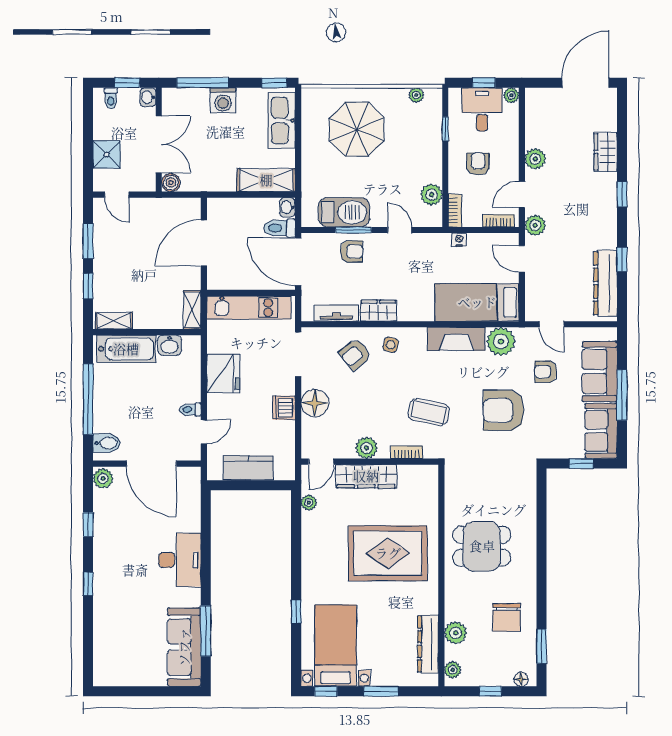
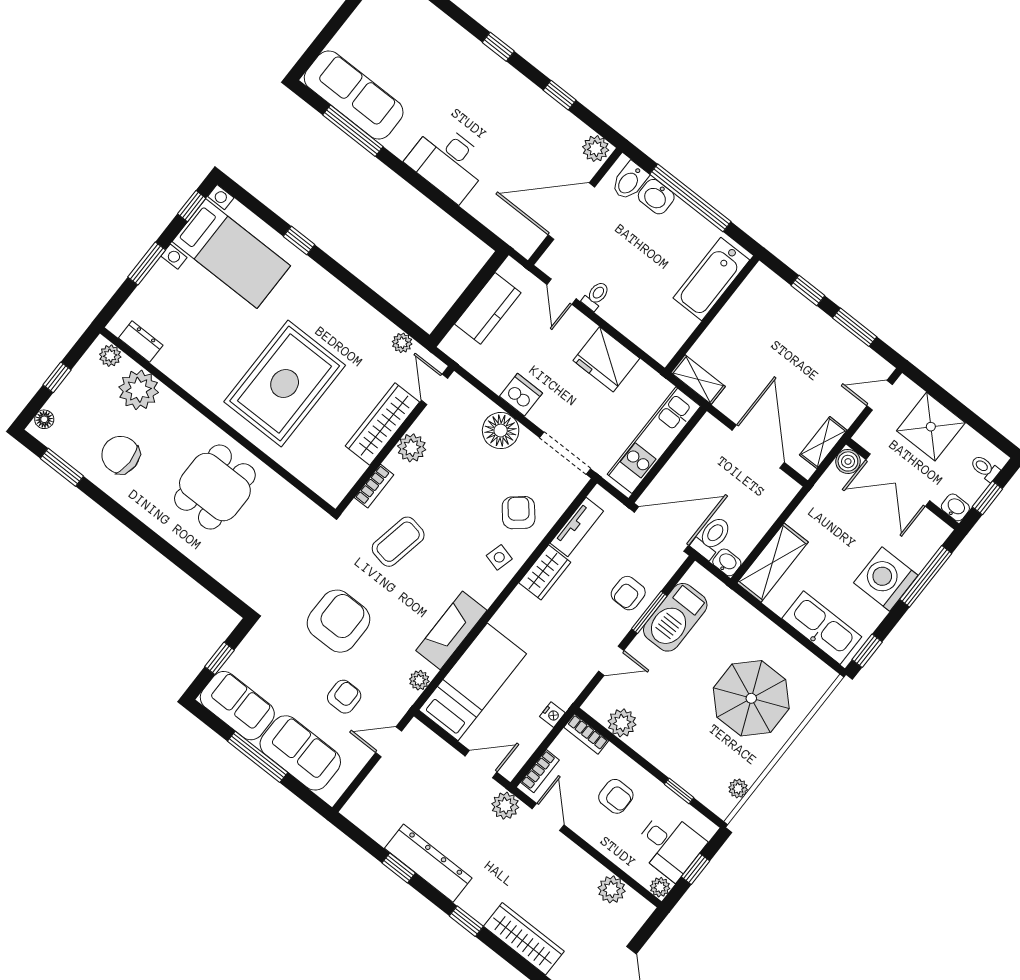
washing machine: (223, 100) -> (886, 579), width x1.37, depth x1.37
wardrobe: (606, 152) -> (524, 939), width x1.50
shower: (107, 155) -> (931, 427), width x1.36, depth x1.36
plant: (535, 159) -> (612, 889), moved
dresser: (605, 283) -> (428, 863), moved
shelving: (114, 321) -> (823, 443), moved
plant: (501, 341) -> (419, 680), width x0.53, depth x0.53
washbasin: (169, 345) -> (656, 197), moved, turned -90
plant: (456, 633) -> (139, 390), width x1.36, depth x1.36
dresser: (428, 644) -> (141, 342), width x0.51, depth x0.80

